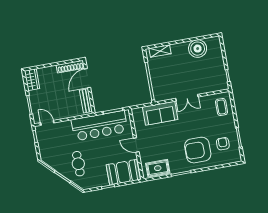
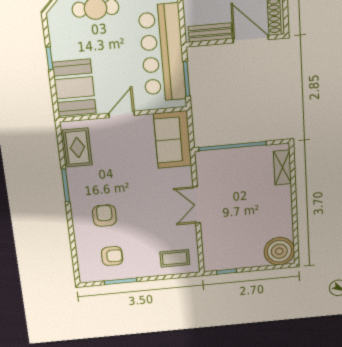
boiler: (198, 49) -> (279, 251), moved
sofa: (160, 113) -> (173, 140), moved
armchair: (198, 150) -> (104, 216), width x0.53, depth x0.53

